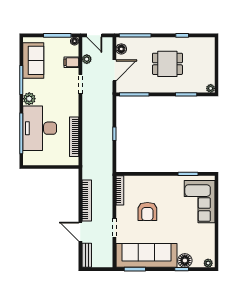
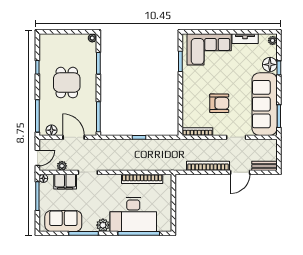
filing cabinet: (71, 62) -> (65, 182), width x2.00
tv unit: (210, 237) -> (245, 39), added

